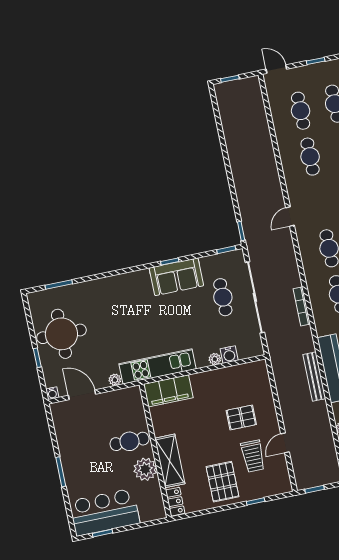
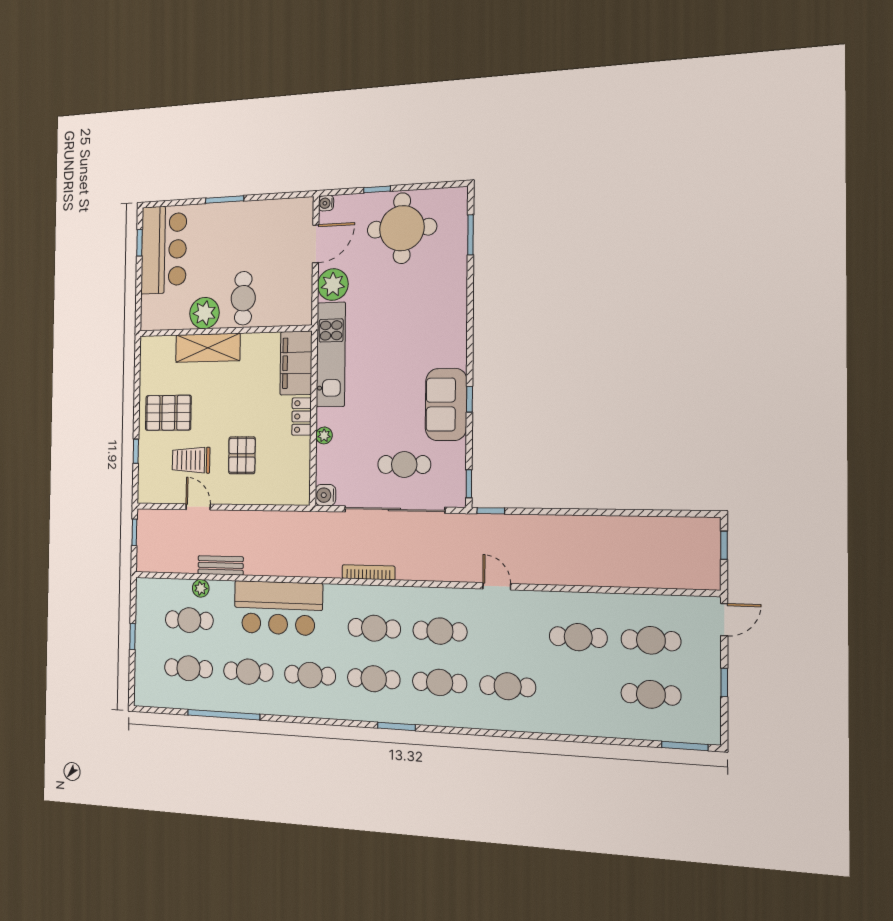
water cooler: (229, 355) -> (325, 495), moved
bench: (314, 377) -> (221, 565), moved, width x0.73
plant: (115, 380) -> (333, 285), width x1.88, depth x1.88
locker: (175, 502) -> (302, 416), moved, turned 90

